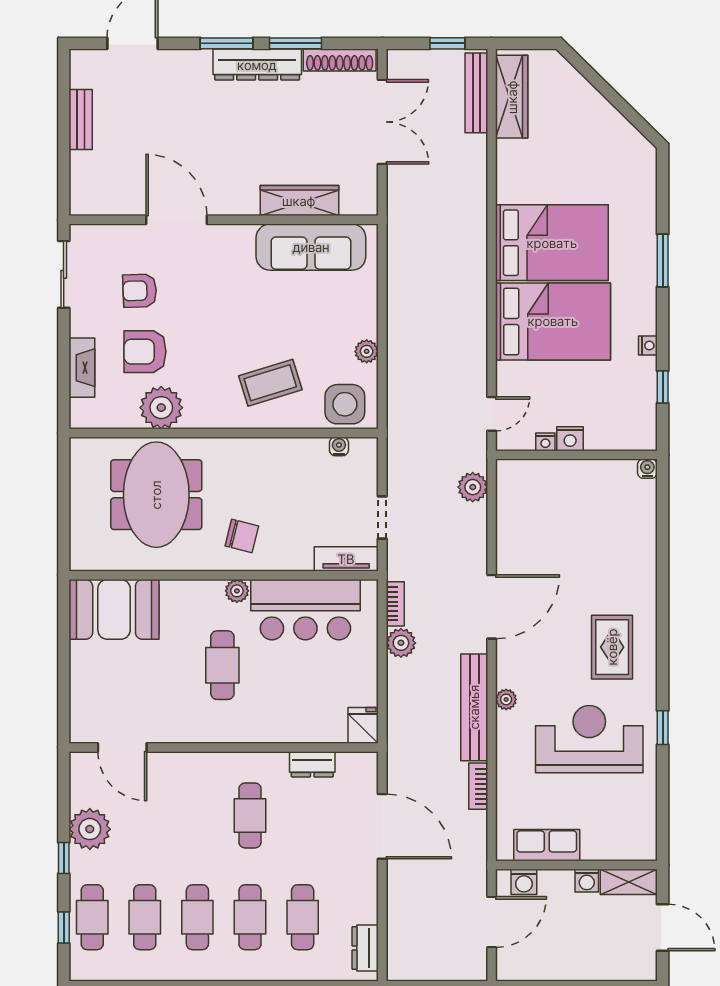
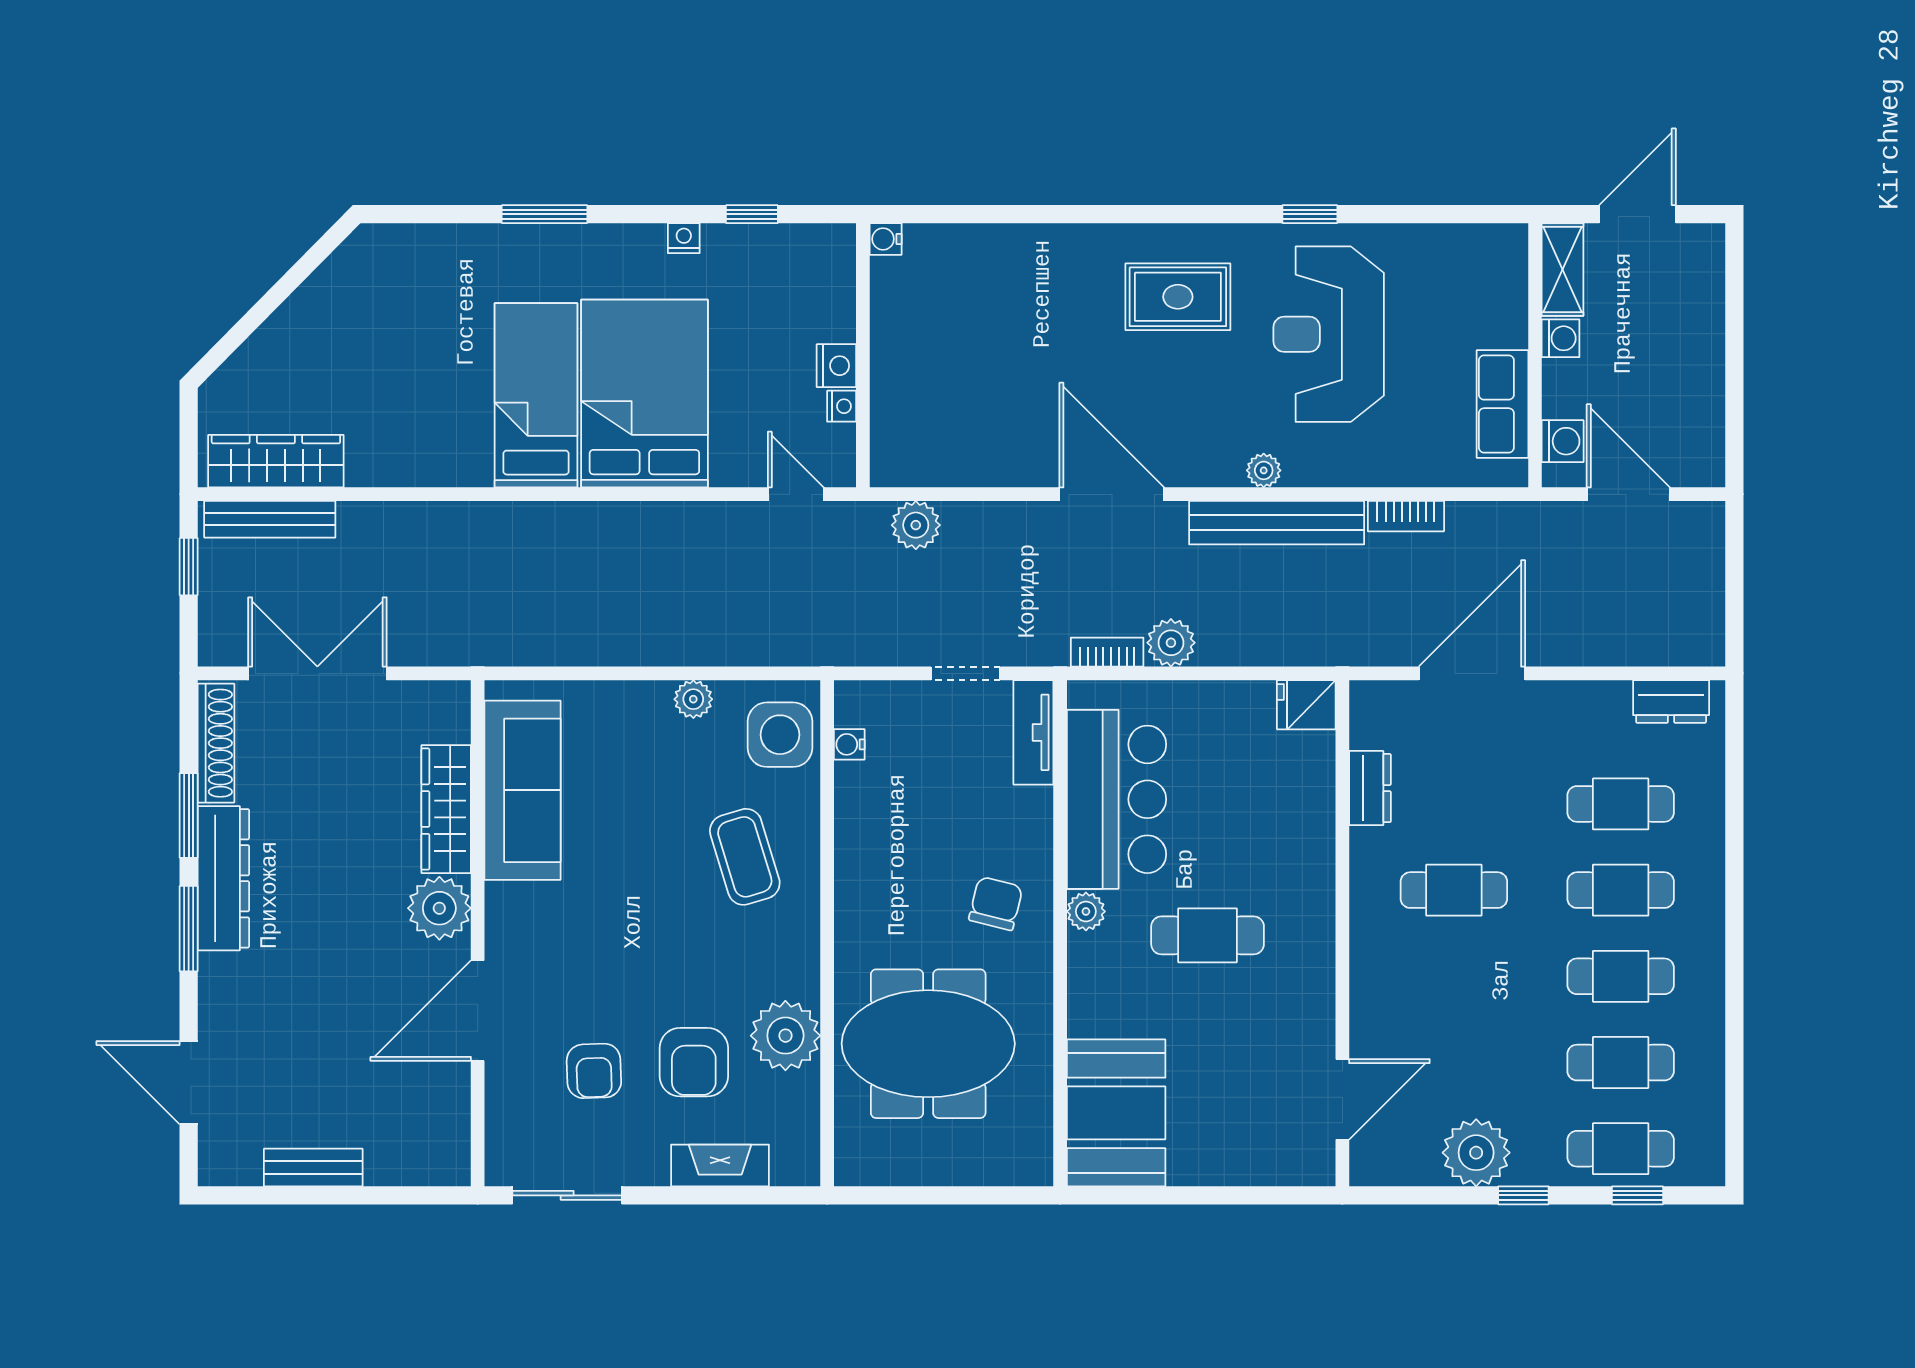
plant: (239, 196) -> (439, 908), added
bed: (552, 243) -> (536, 395), width x0.67

